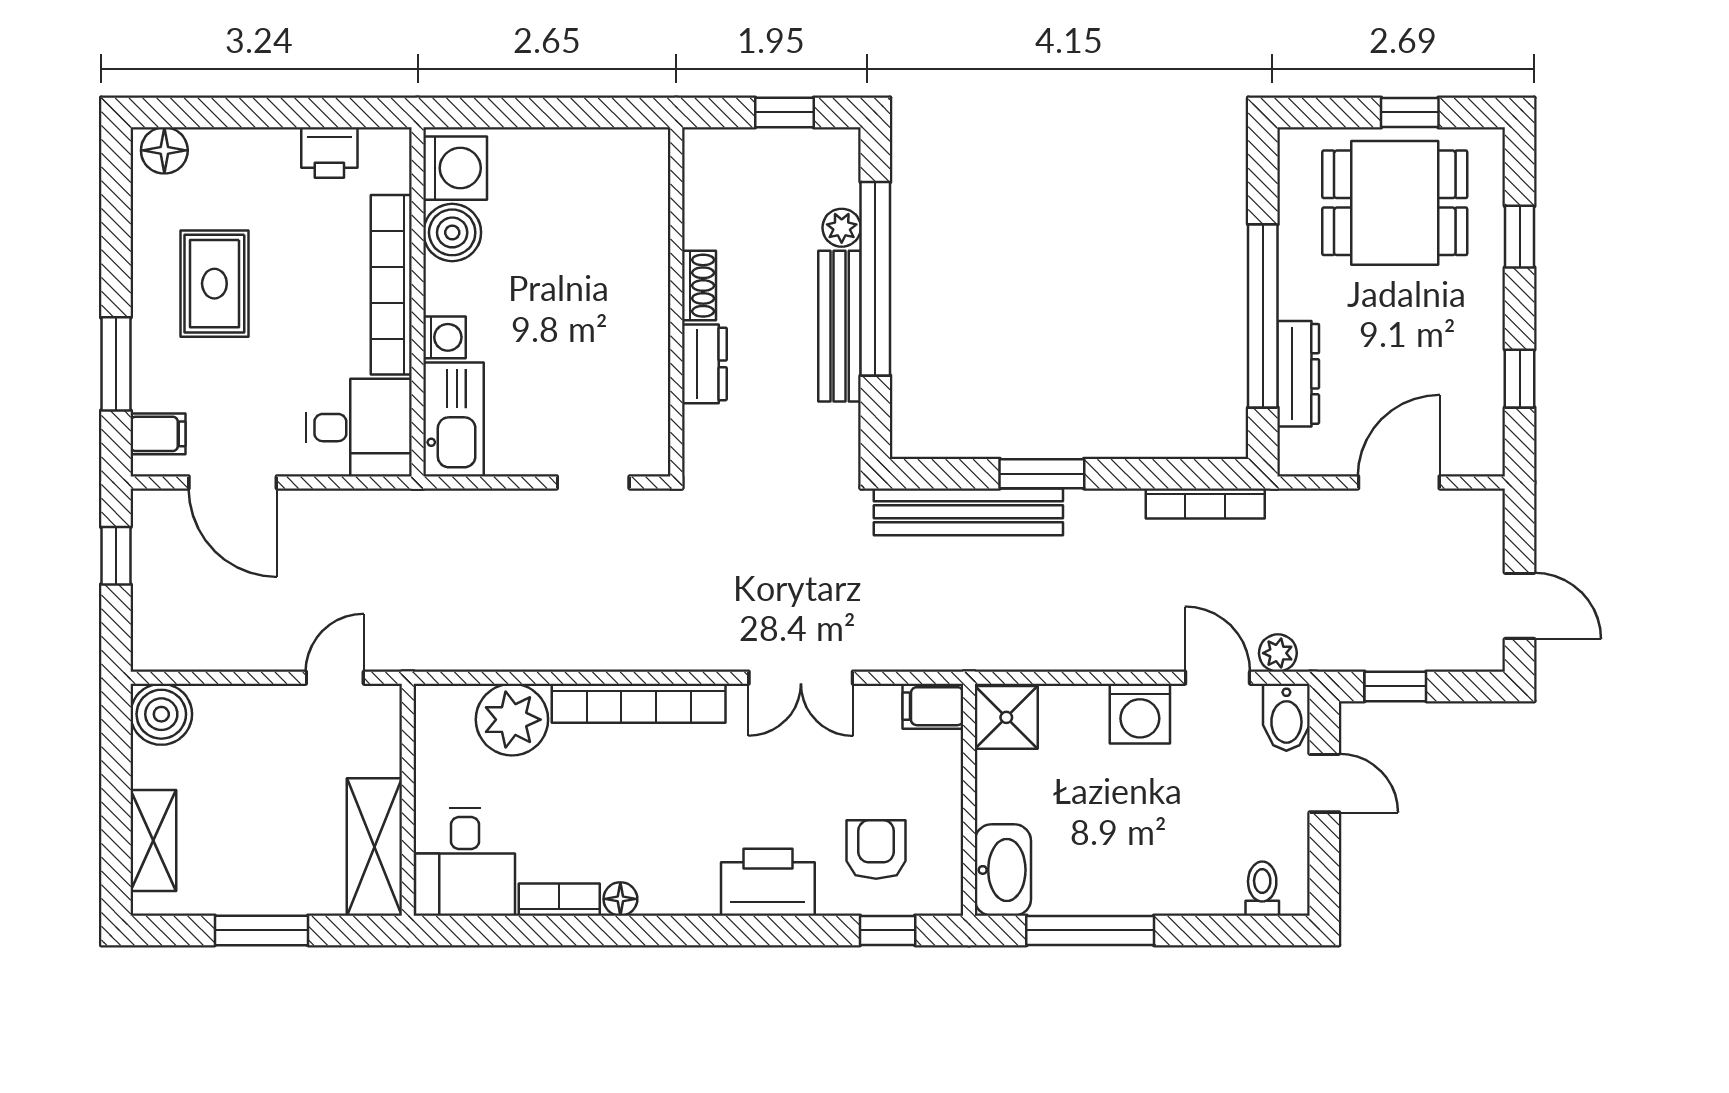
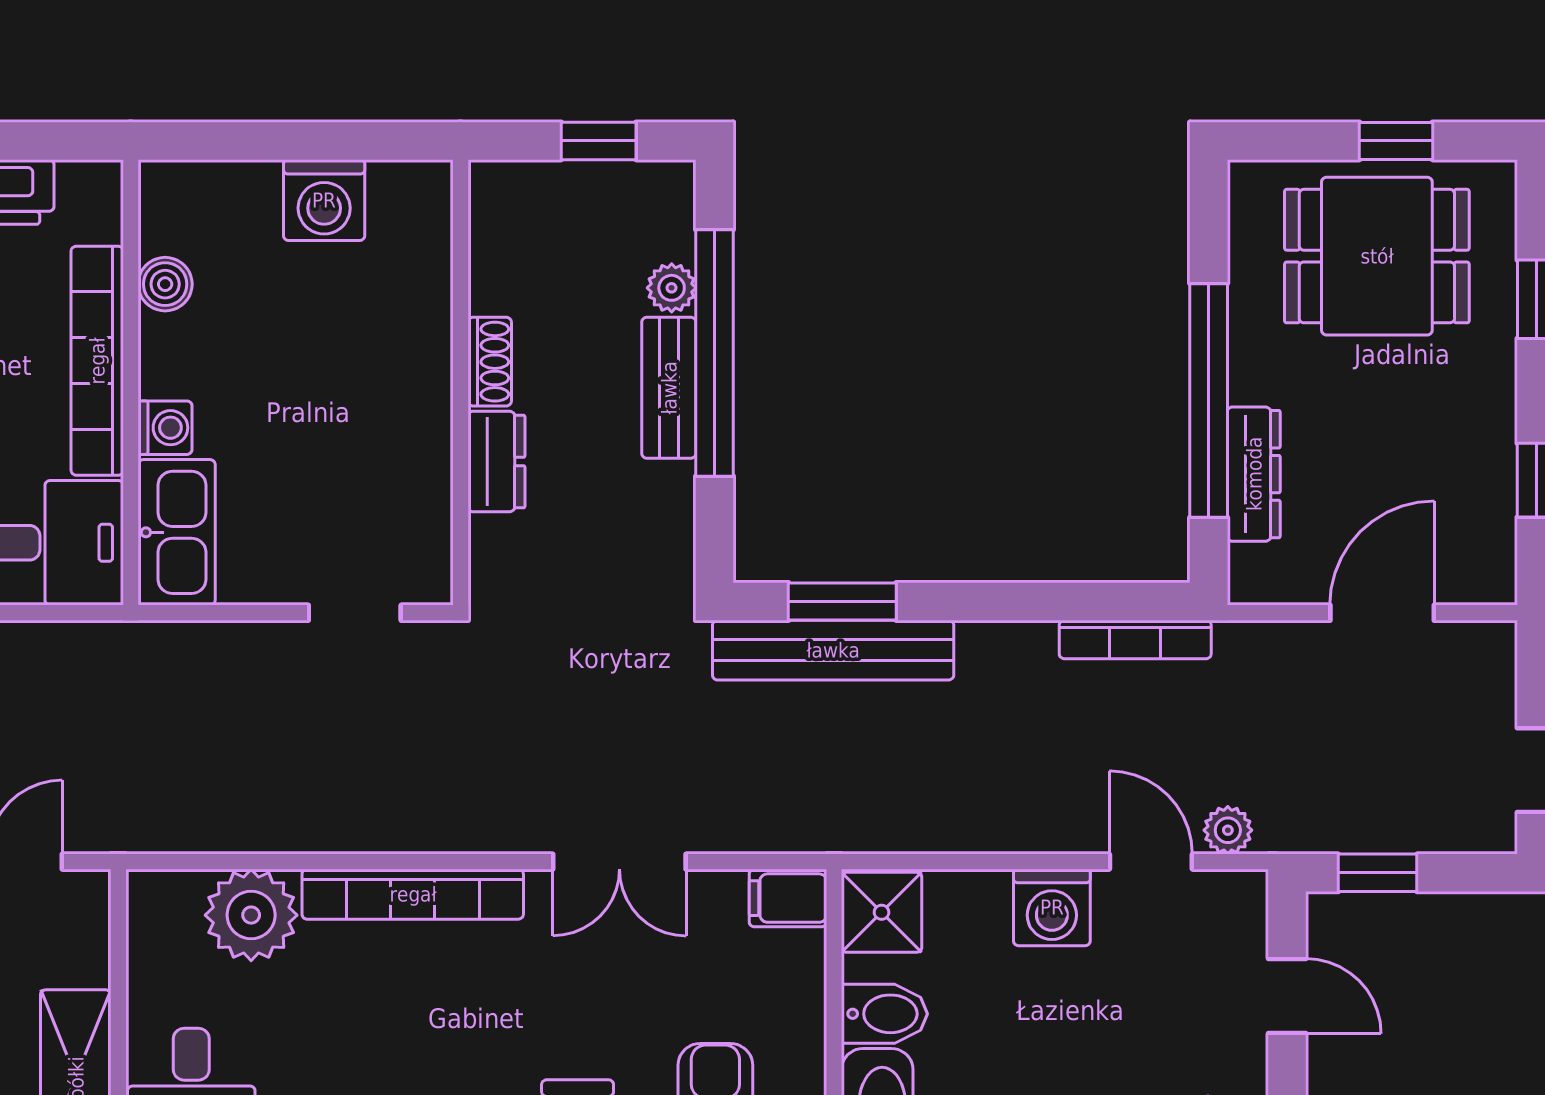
washing machine: (455, 168) -> (324, 200), moved, turned 90
boiler: (452, 232) -> (165, 284), width x0.73, depth x0.73
bench: (840, 326) -> (669, 388), width x0.73
window: (1042, 474) -> (842, 601), moved
bidet: (1286, 717) -> (884, 1014), moved, turned -90

